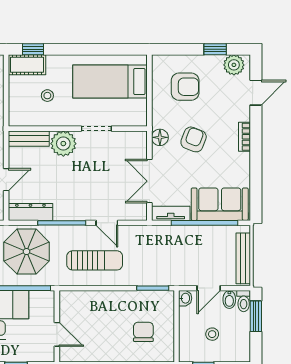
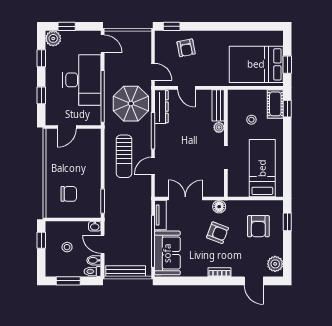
window: (215, 49) -> (287, 222), moved
plant: (63, 144) -> (219, 127), width x0.53, depth x0.53
window: (256, 316) -> (68, 281), moved

